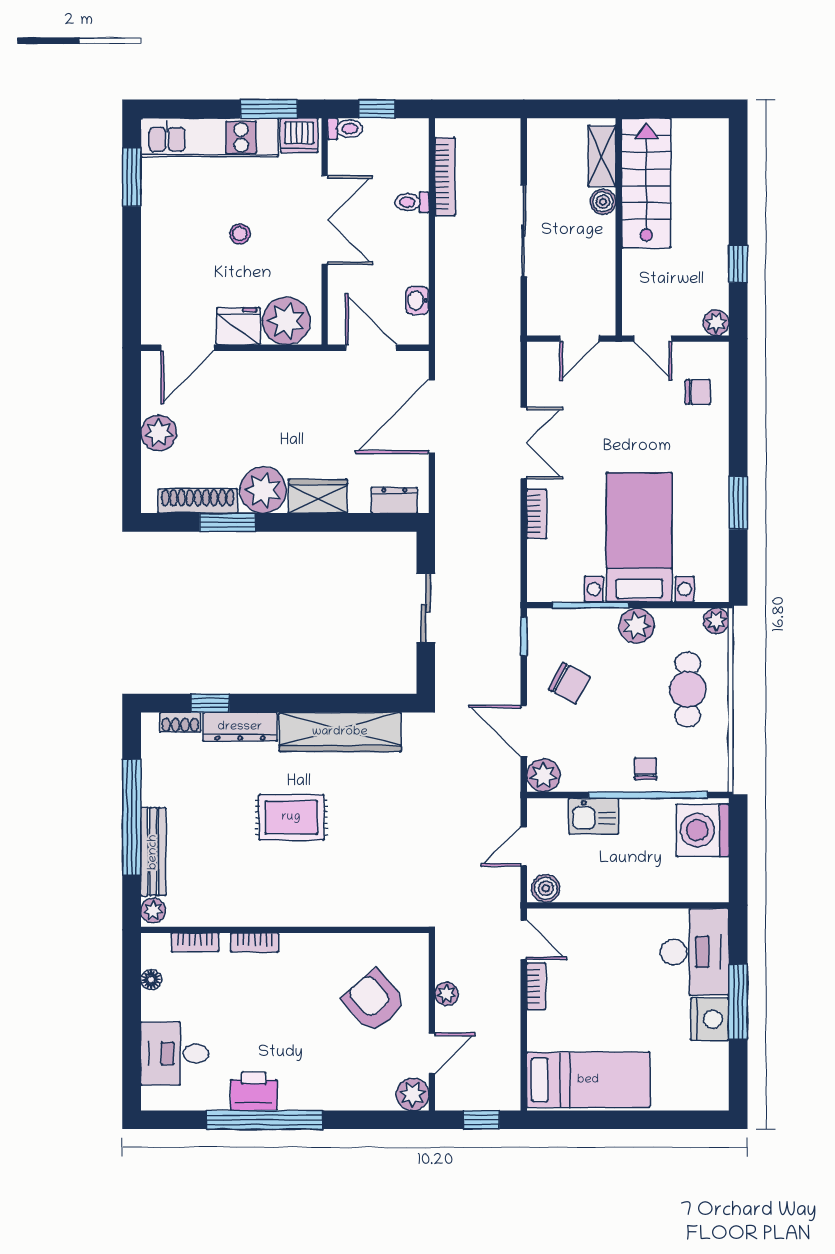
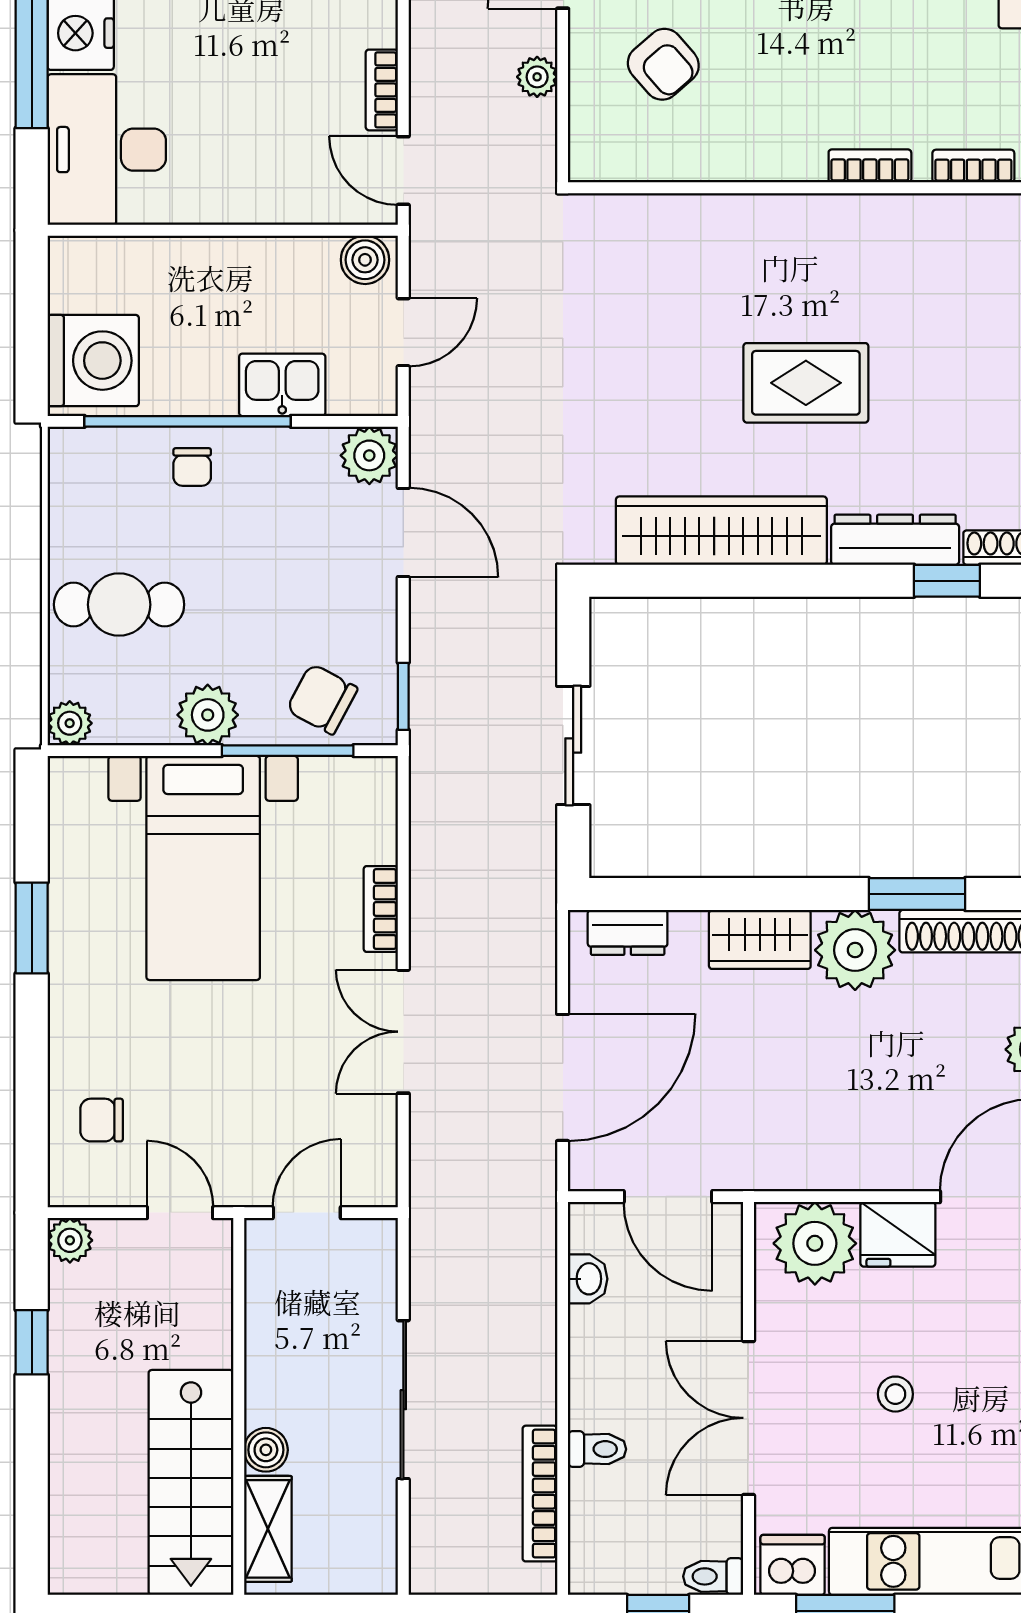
chair: (569, 683) -> (322, 699), moved
cafe table: (688, 689) -> (119, 605), turned 90
armchair: (374, 1001) -> (663, 64), width x0.72, depth x0.72

